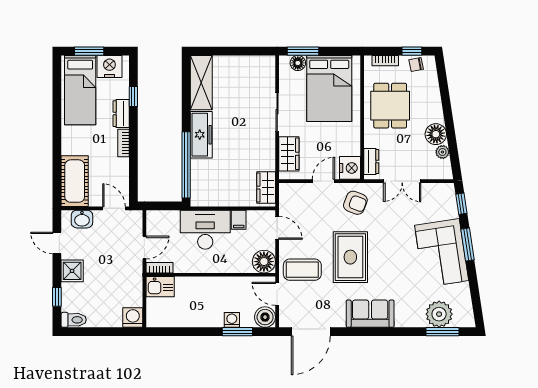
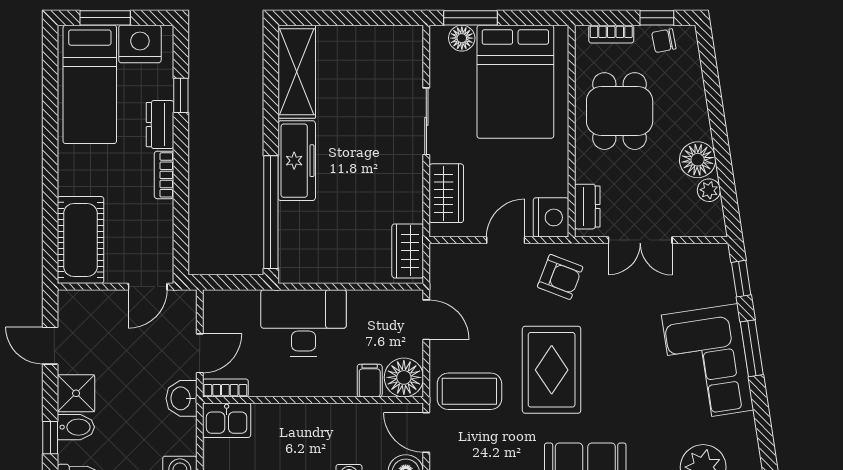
door: (114, 208) -> (148, 287), swing flipped
washbasin: (82, 219) -> (182, 398), moved, turned 90
filing cabinet: (239, 220) -> (370, 381), moved, turned 180
bidet: (72, 291) -> (76, 427), added

